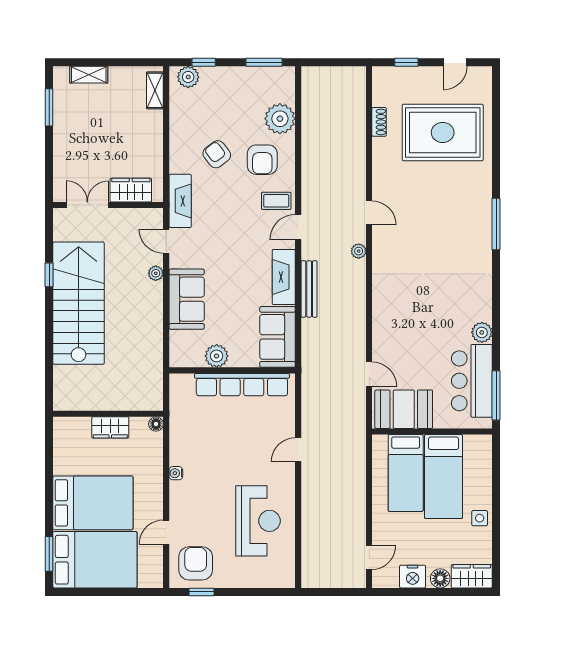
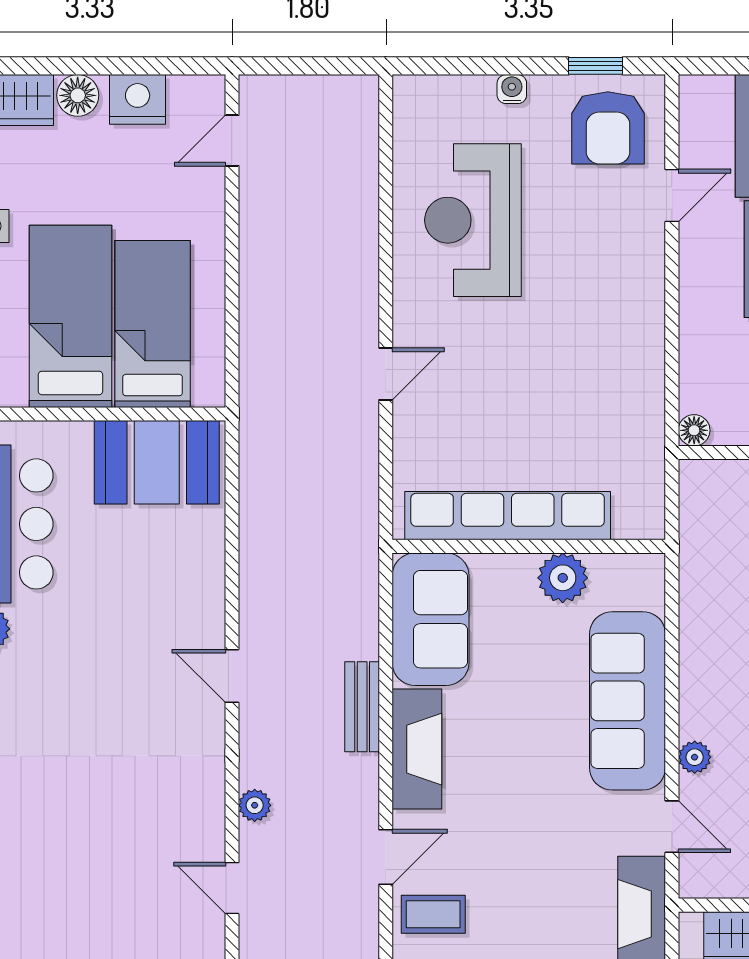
bench: (309, 289) -> (362, 707), width x0.73
sofa: (187, 299) -> (628, 701), width x1.36
door: (369, 374) -> (232, 676), moved
water cooler: (176, 473) -> (512, 89), moved, turned -90

